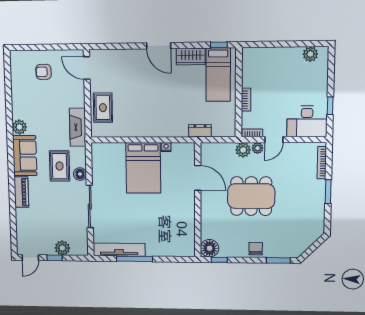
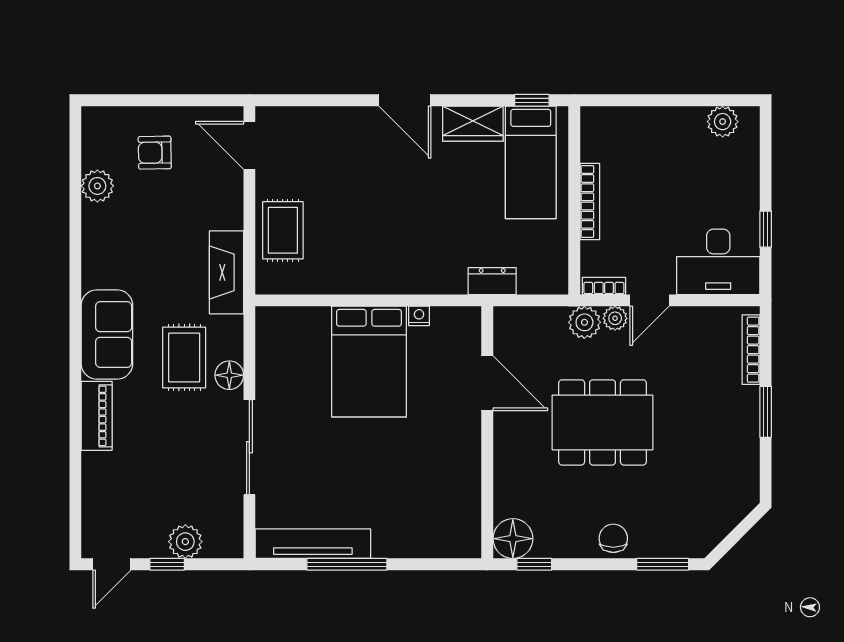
bookcase: (246, 100) -> (590, 201), width x1.56
plant: (19, 127) -> (97, 186), moved

